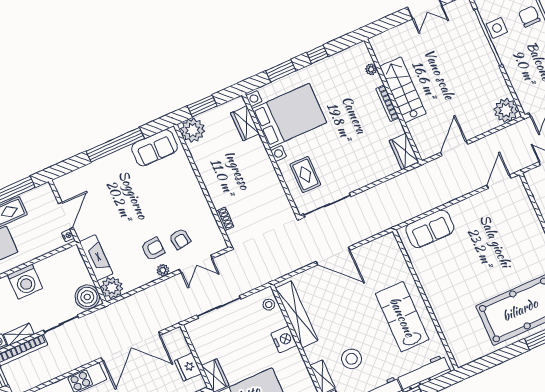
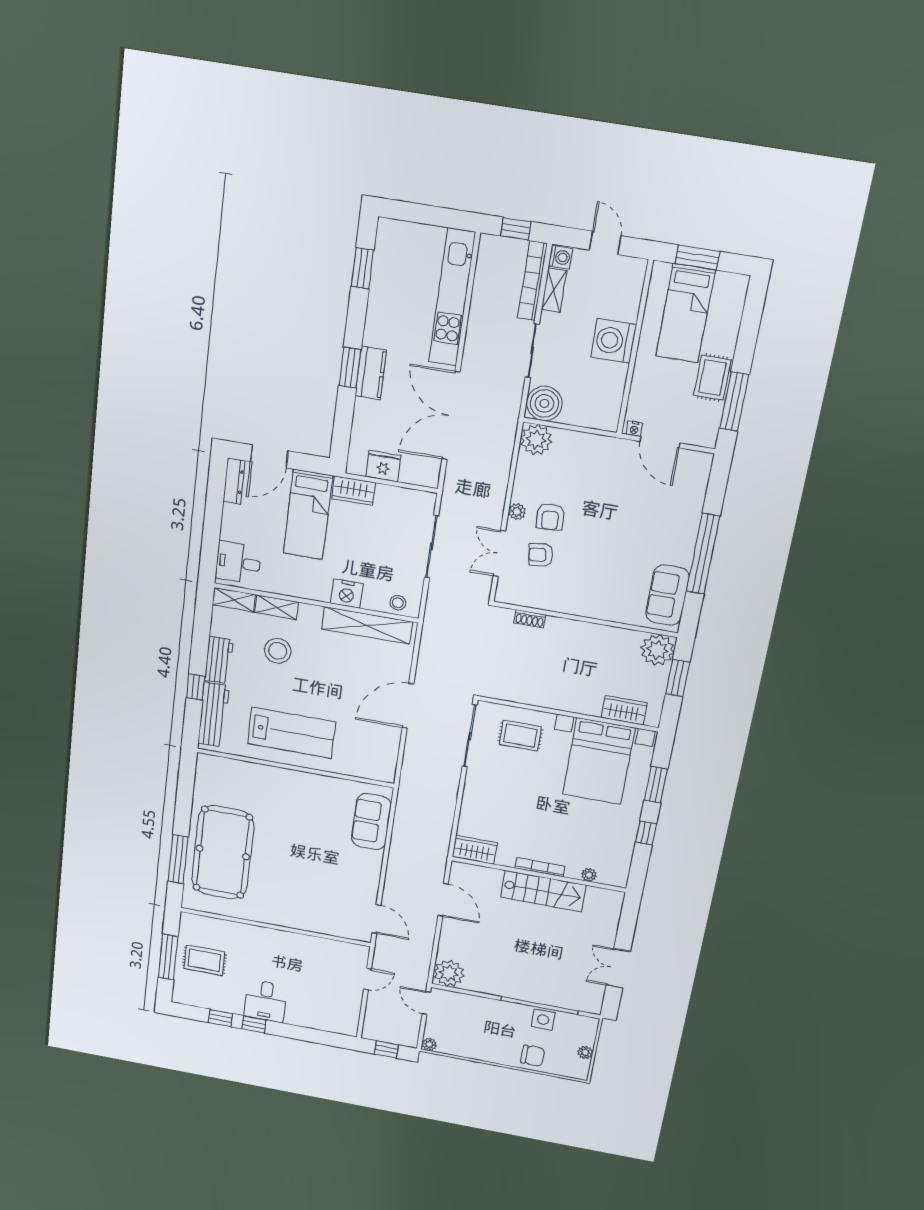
fireplace: (96, 258) -> (585, 445), removed

